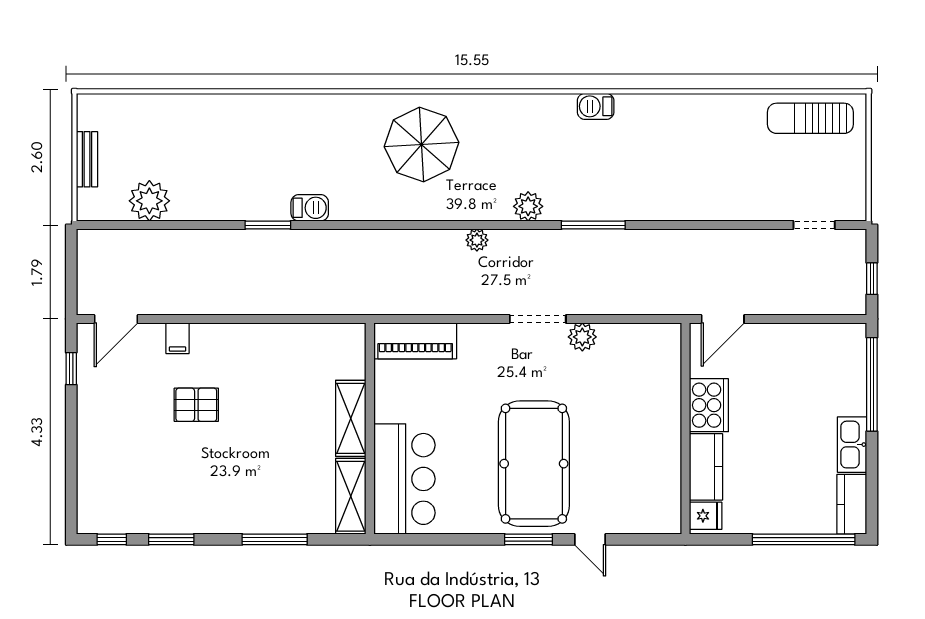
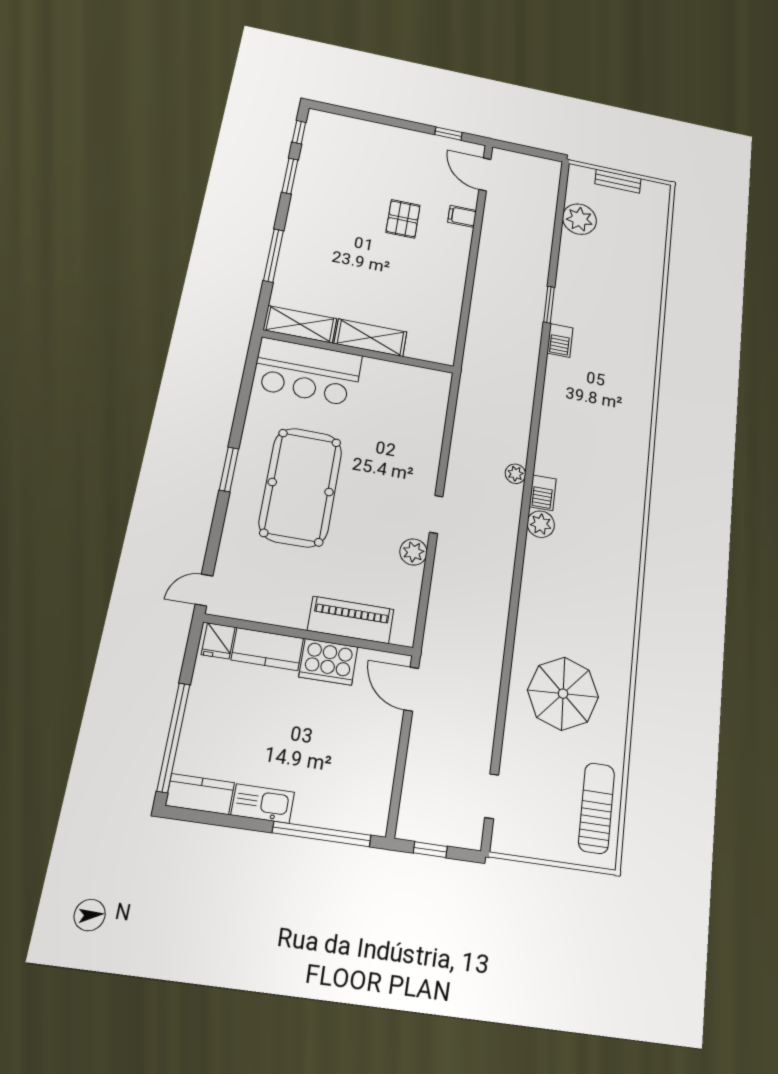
barbecue: (596, 106) -> (543, 493), moved, turned 180
parasol: (421, 145) -> (563, 694), moved
window: (593, 225) -> (517, 580), removed
doorway: (538, 319) -> (436, 514), width x0.73
piano: (415, 341) -> (351, 620), moved, turned 90
pool table: (534, 464) -> (301, 487), turned 90
door: (590, 539) -> (204, 590), moved

